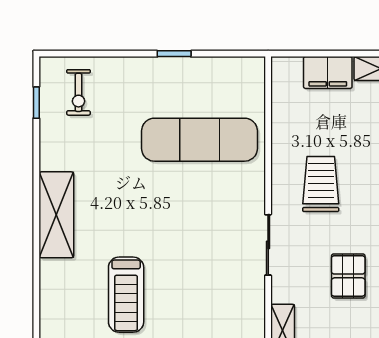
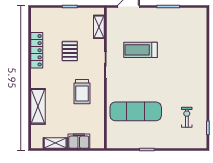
exercise bike: (79, 92) -> (187, 117), moved
shelving: (56, 215) -> (199, 78), removed
treadmill: (126, 295) -> (141, 50), moved, turned -90

